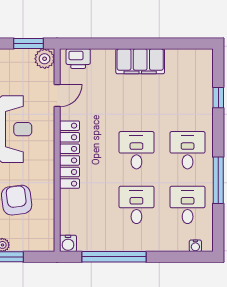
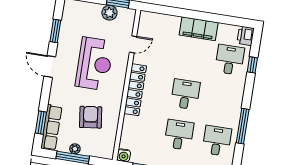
plant: (45, 59) -> (109, 13), moved
printer: (78, 59) -> (245, 36), moved, turned 90
desk: (188, 150) -> (230, 60), moved

